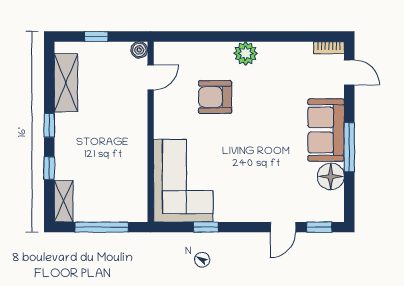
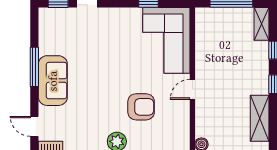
door: (151, 77) -> (192, 89), moved
floor lamp: (331, 176) -> (49, 44), removed

